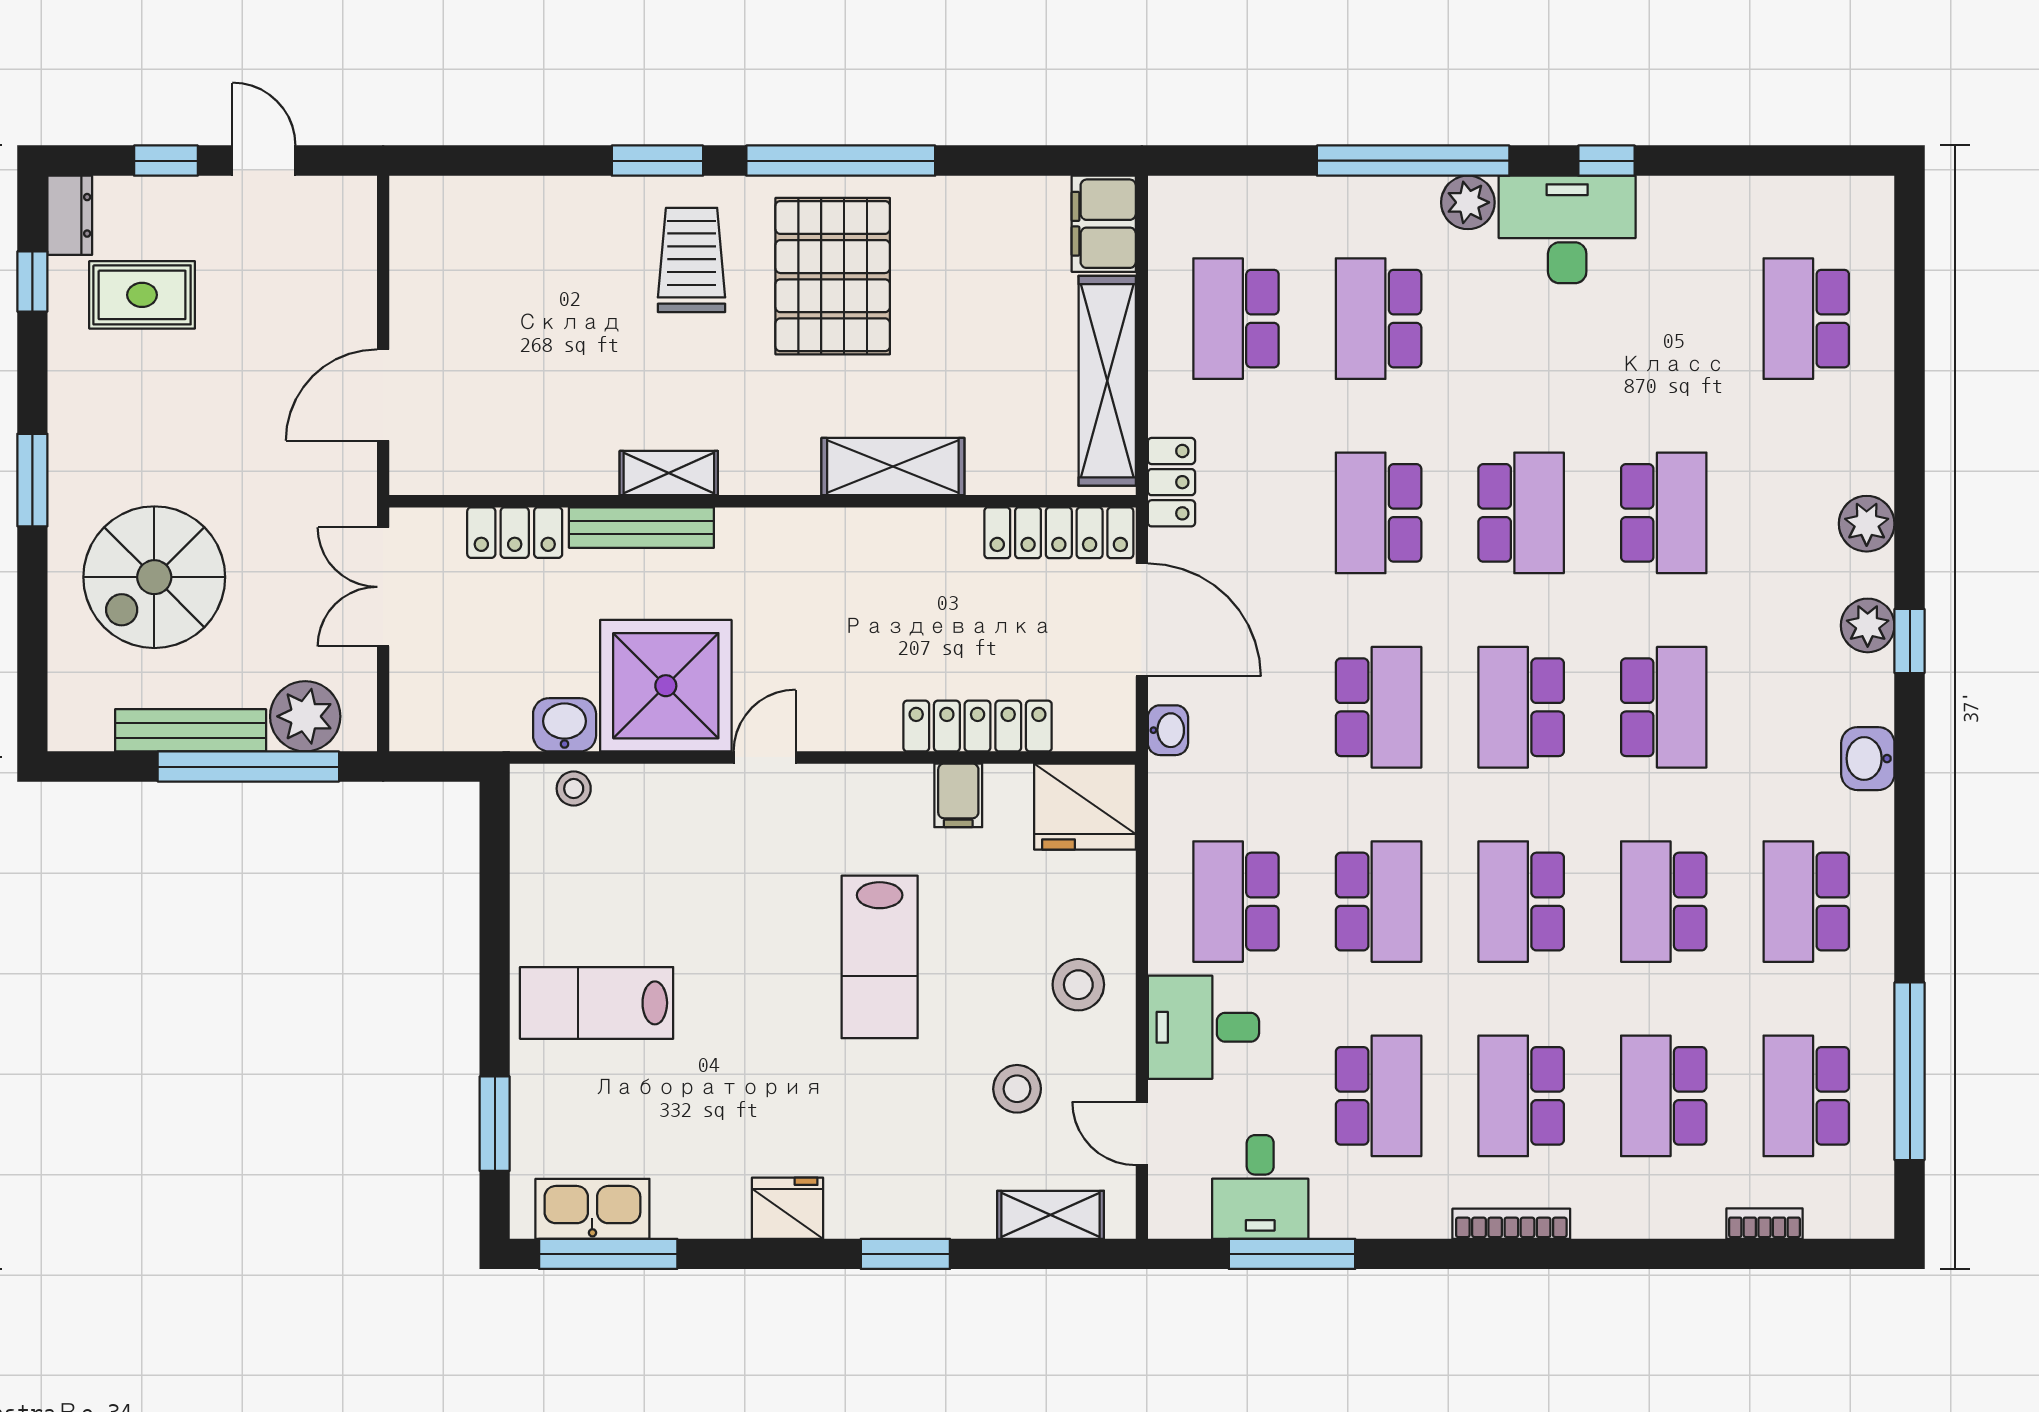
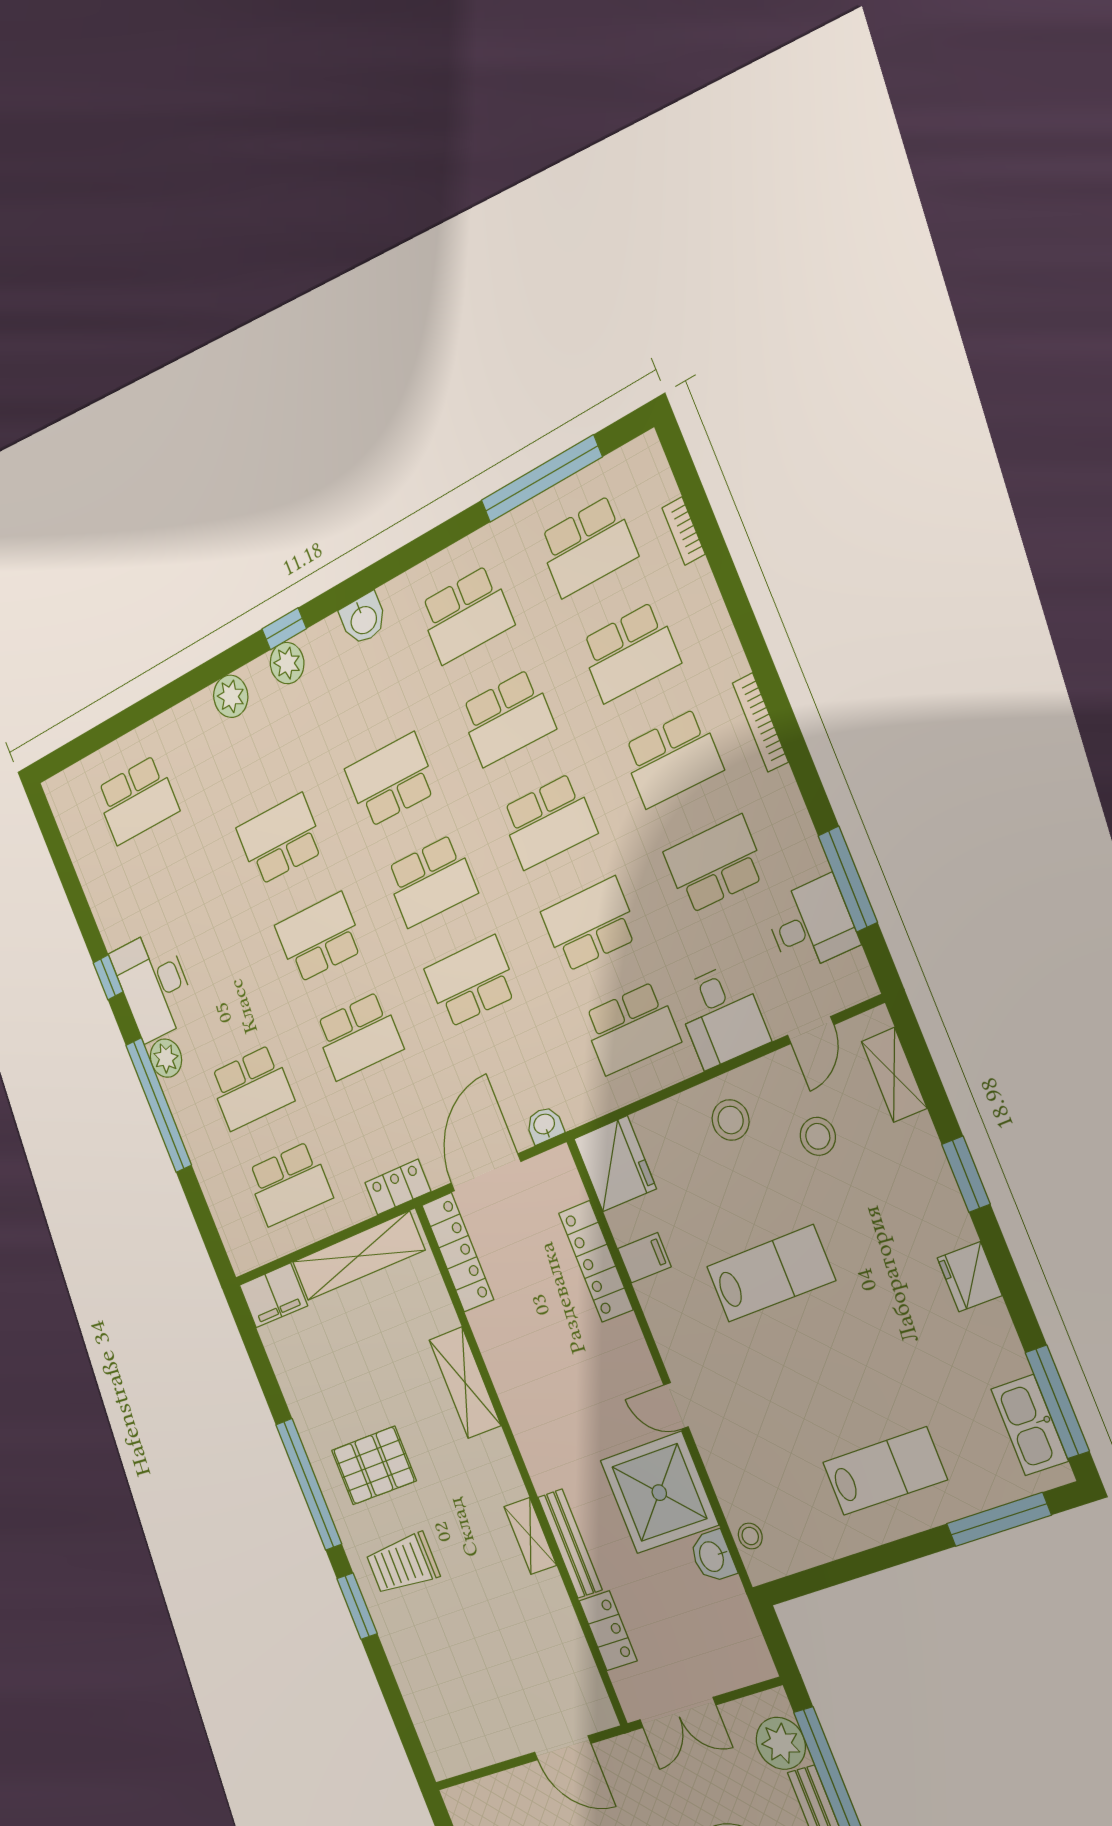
pallet: (833, 276) -> (374, 1466), width x0.73, depth x0.71
lab bench: (597, 1003) -> (885, 1471), turned -90
window: (495, 1124) -> (999, 1519), width x1.44

